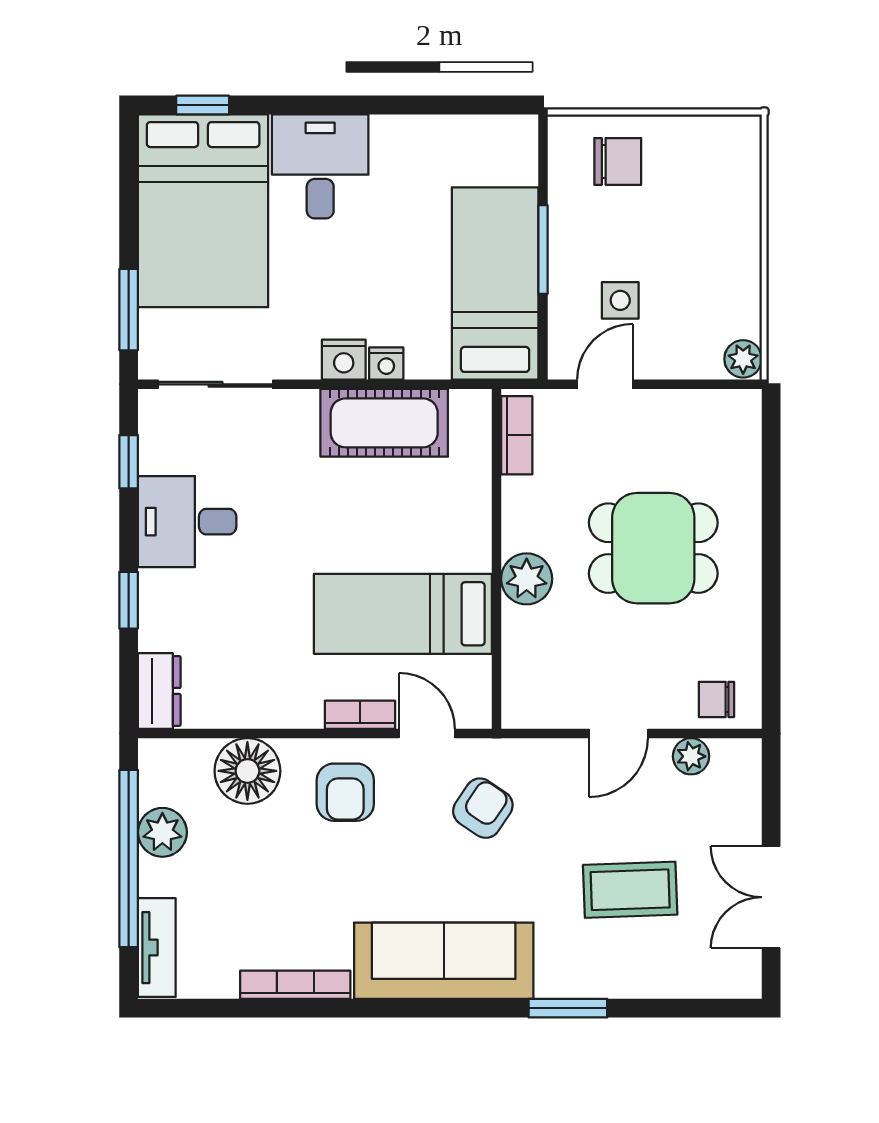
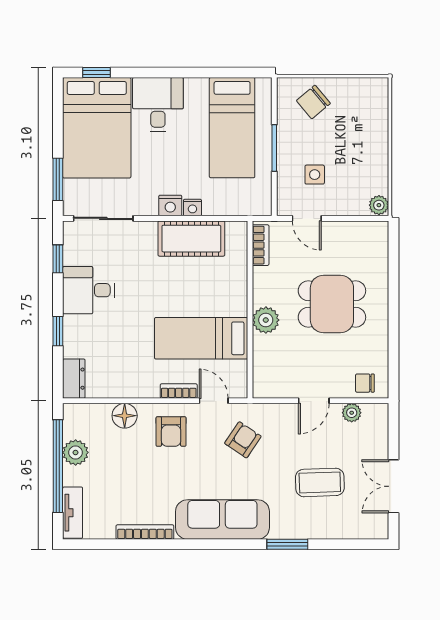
chair: (618, 161) -> (313, 102), turned 140
bed: (495, 283) -> (232, 128), moved, turned 180
door: (605, 384) -> (307, 218), swing flipped
floor lamp: (247, 771) -> (125, 416), width x0.73, depth x0.73

